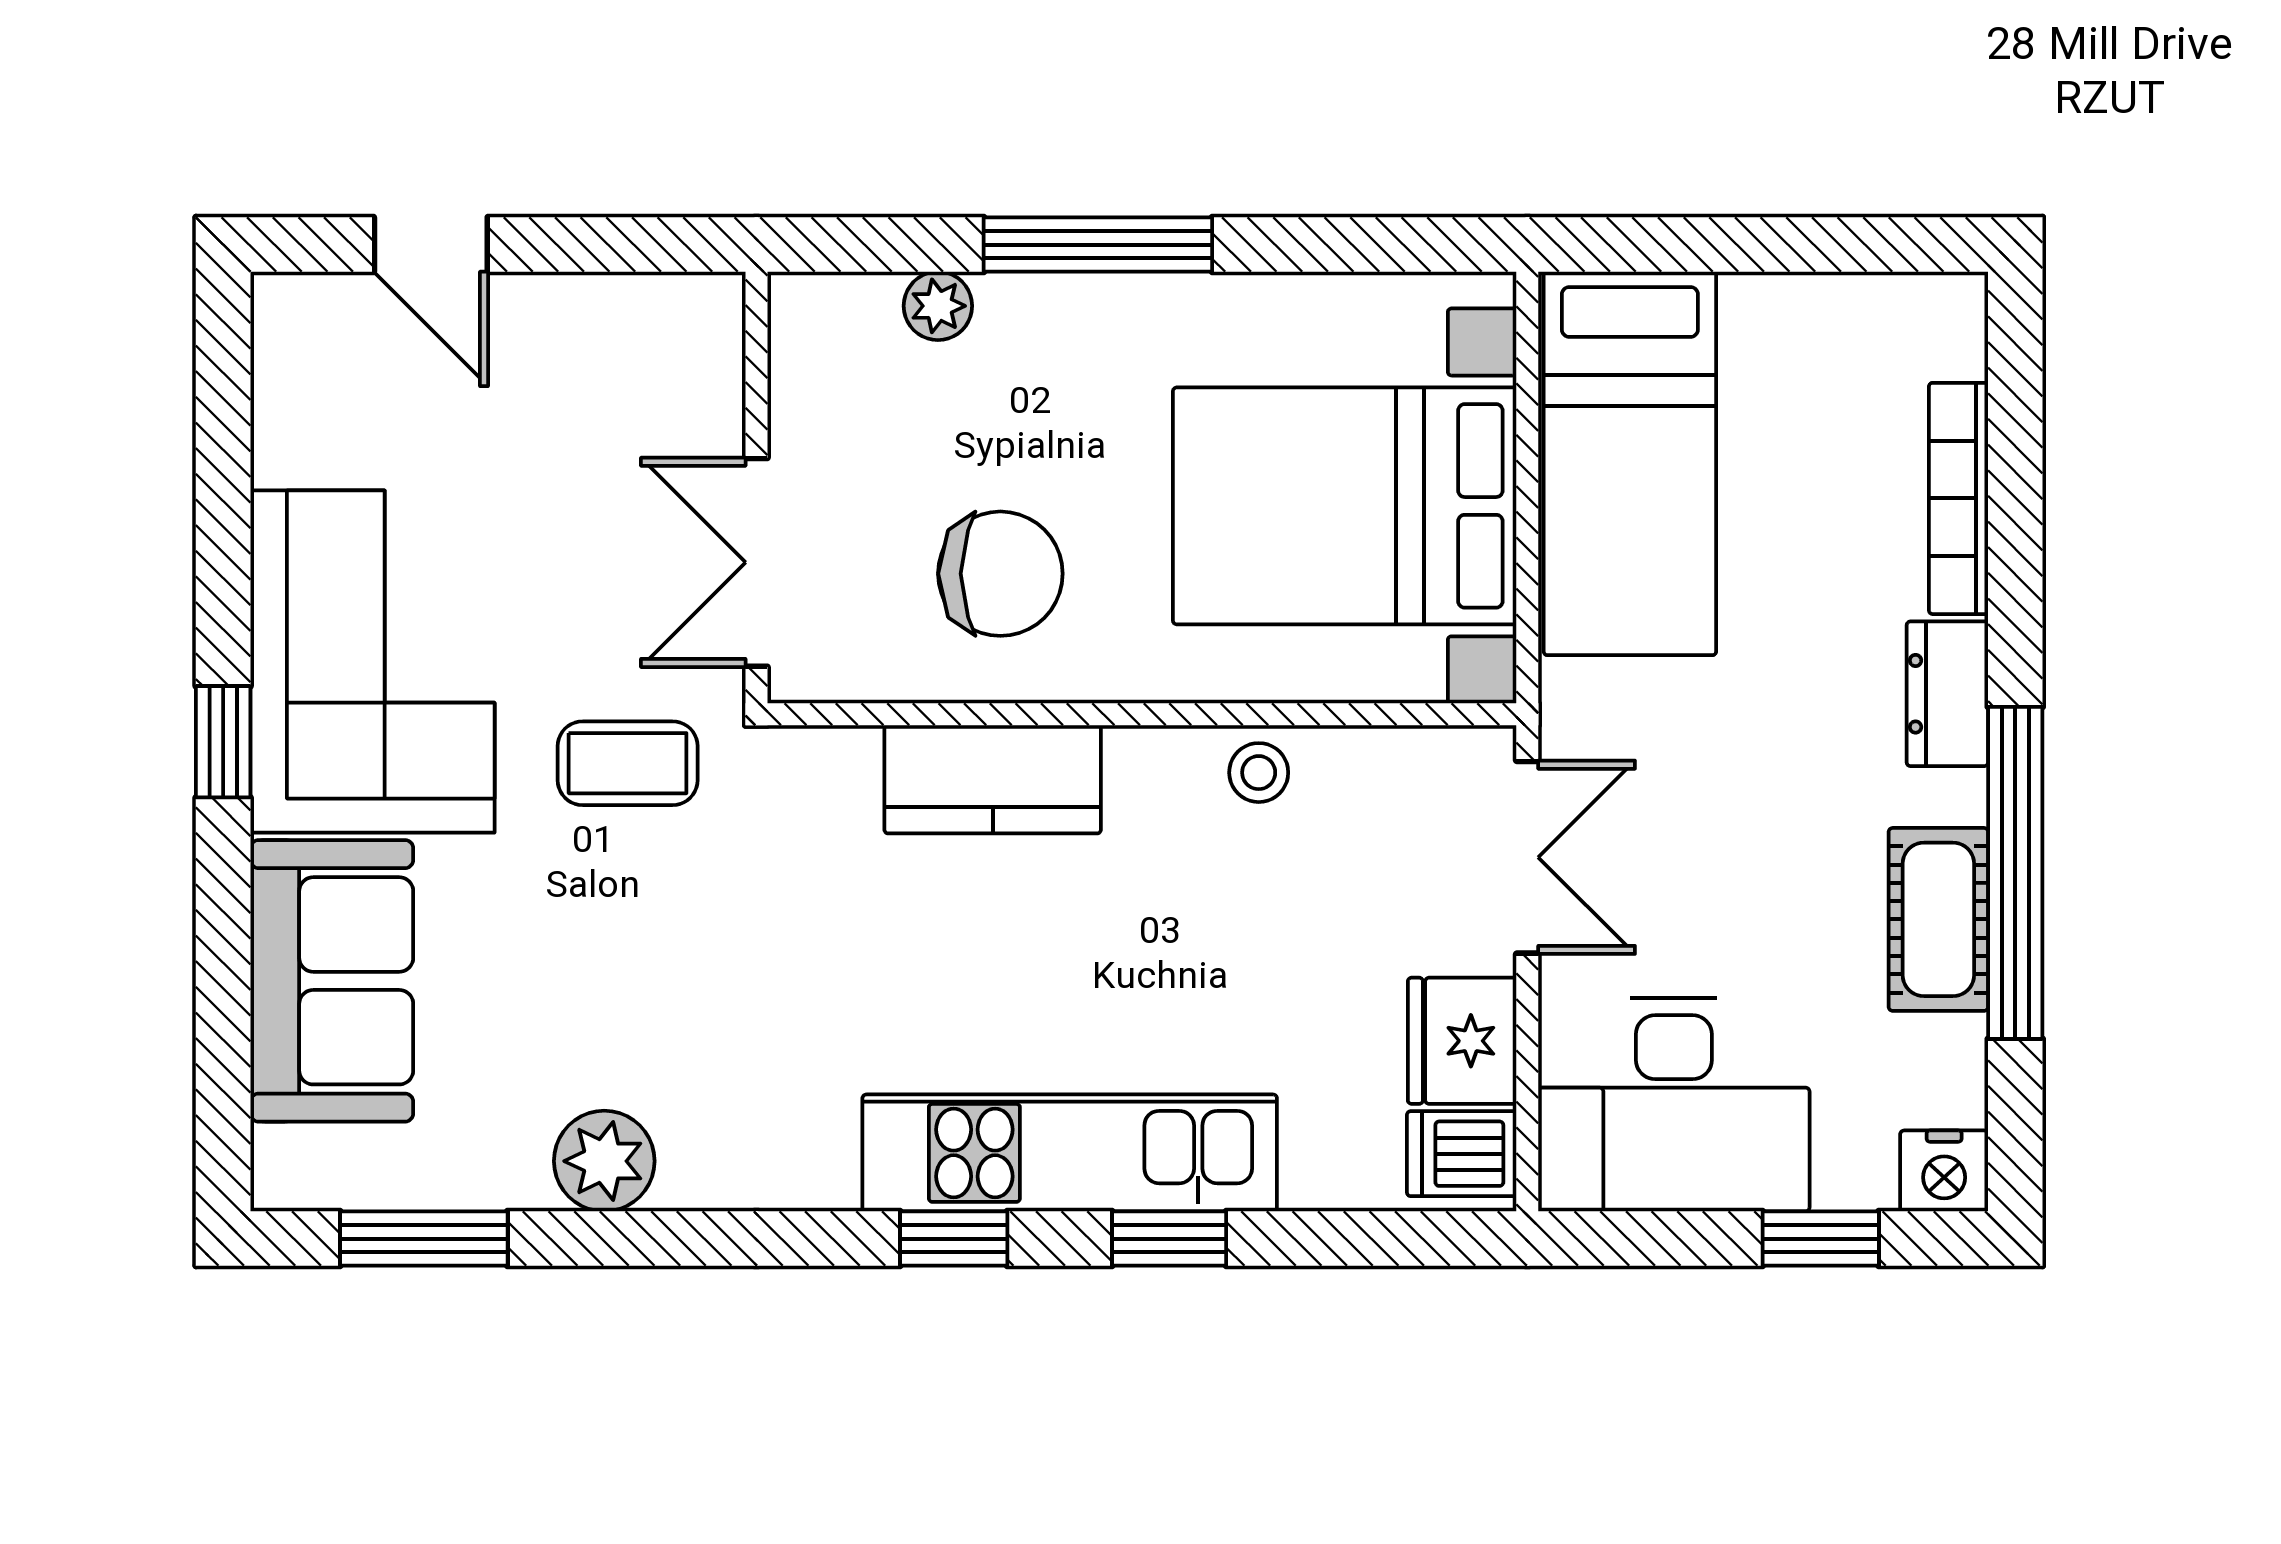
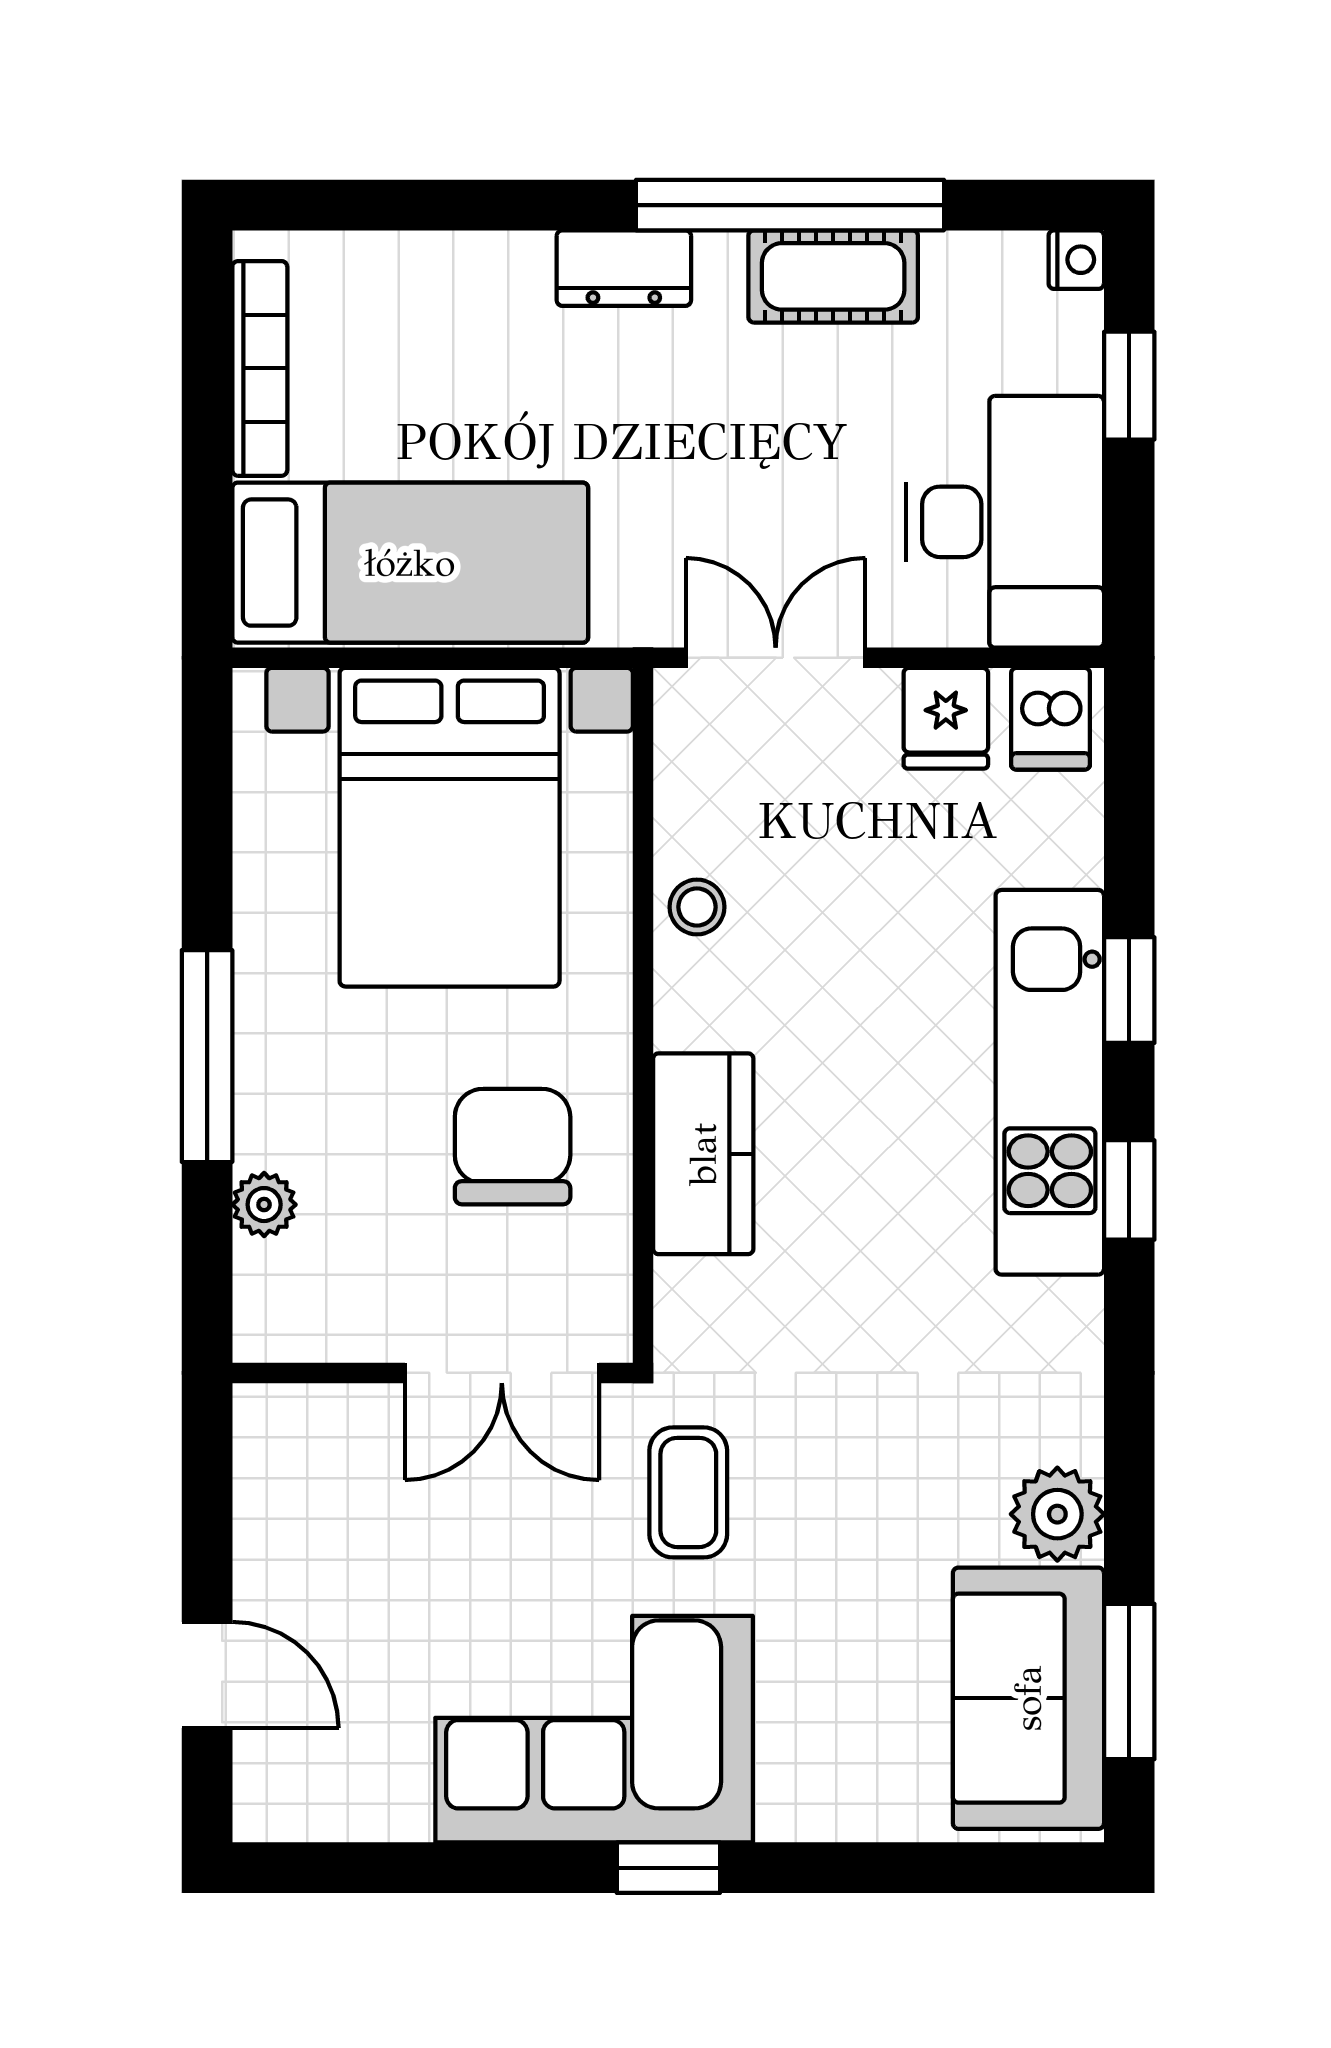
door: (431, 245) -> (207, 1675), hinge flipped
bookcase: (1958, 498) -> (260, 368), moved, turned -90
sofa: (332, 981) -> (1028, 1698), moved, turned -90
fridge: (1462, 1041) -> (946, 718), width x0.72
nightstand: (1944, 1171) -> (1076, 260), width x0.72, depth x0.74

